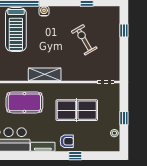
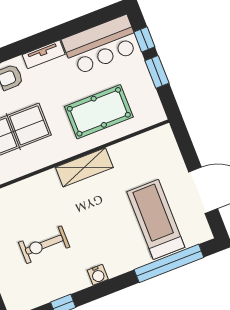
water cooler: (44, 11) -> (98, 275), moved
exercise bike: (84, 40) -> (44, 245), turned 120

